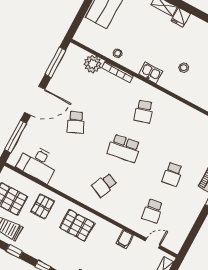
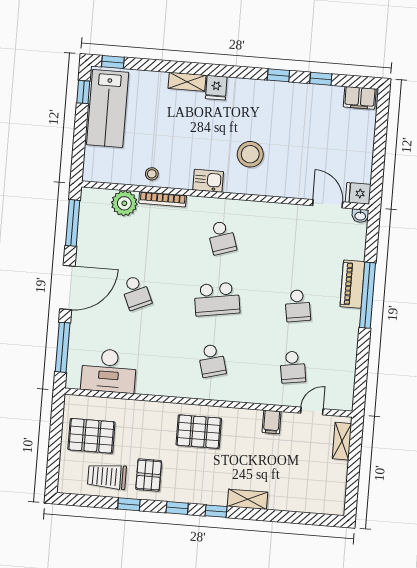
stool: (184, 68) -> (250, 154), width x1.89, depth x1.89
school desk: (104, 185) -> (212, 361), turned -39
pallet: (43, 207) -> (149, 475), moved

